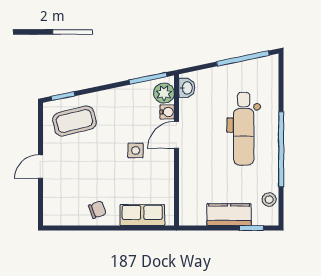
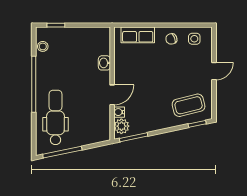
washbasin: (187, 88) -> (104, 63), moved
dental chair: (244, 129) -> (55, 117), moved
side table: (136, 150) -> (194, 39), moved
kitchen counter: (229, 215) -> (73, 35), removed

